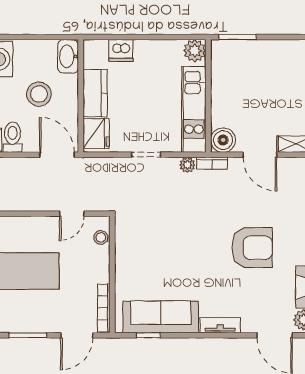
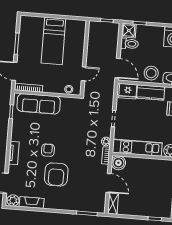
stool: (39, 94) -> (151, 73), moved
door: (57, 155) -> (118, 68), hinge flipped
door: (260, 155) -> (108, 183), swing flipped
door: (72, 214) -> (84, 74), swing flipped
armchair: (211, 266) -> (48, 150), added
sofa: (161, 317) -> (39, 104), moved, turned 90

